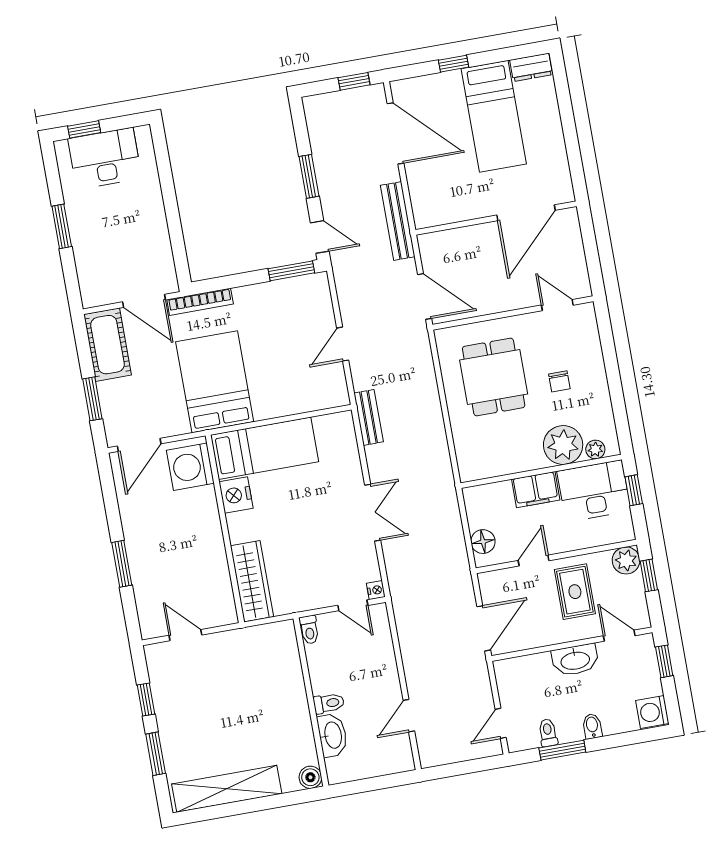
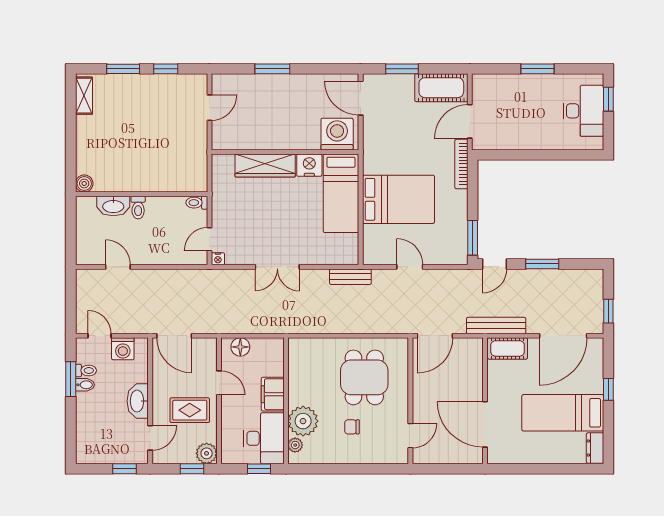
cot: (424, 201) -> (508, 348), added
dining table: (494, 377) -> (364, 377), turned 90
bed: (215, 382) -> (398, 199), moved
wardrobe: (252, 581) -> (265, 166), moved
washing machine: (652, 712) -> (123, 349), moved, turned 180
bidet: (592, 726) -> (85, 385), moved
shelving: (227, 789) -> (84, 96), width x0.45, depth x0.75

